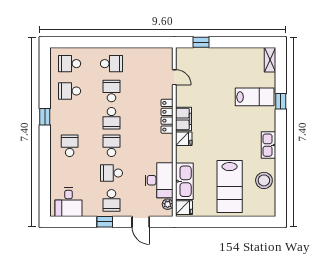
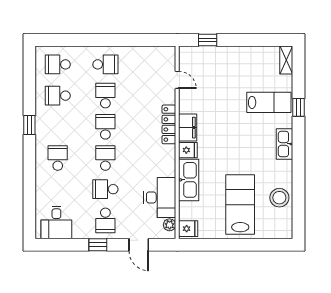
school desk: (111, 118) -> (105, 127), turned 180
kitchen sink: (268, 145) -> (285, 144), moved
kitchen sink: (184, 181) -> (189, 180), moved
lab bench: (230, 186) -> (240, 204), turned 180

